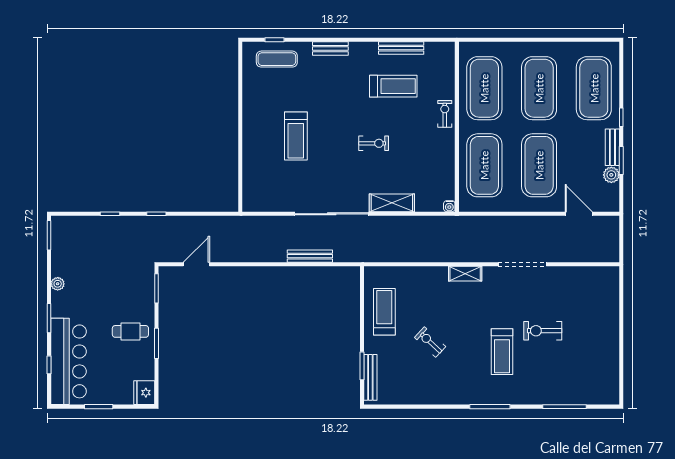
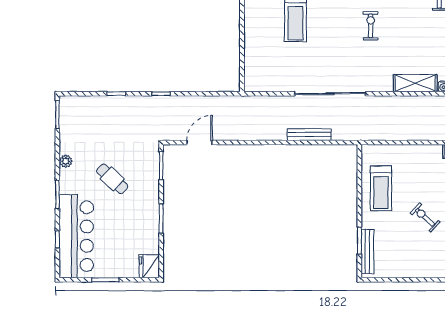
exercise bike: (374, 143) -> (371, 26), turned -90
shelving: (392, 203) -> (415, 83), moved
treadmill: (384, 312) -> (381, 188), turned 180
cafe table: (130, 331) -> (112, 179), moved, turned 43

